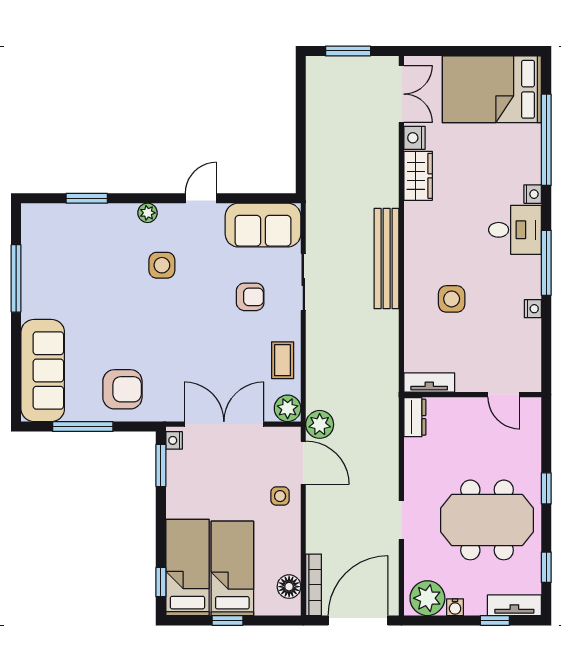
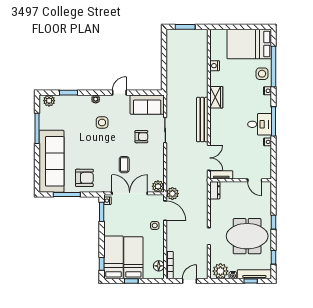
double door: (401, 94) -> (209, 158), moved
wardrobe: (418, 176) -> (216, 97), moved
plant: (43, 216) -> (49, 101), added
desk: (515, 230) -> (260, 124), moved
side table: (452, 299) -> (262, 74), moved
coffee table: (283, 360) -> (124, 165), moved
sofa: (43, 370) -> (51, 161), width x1.36, depth x1.27
tv unit: (514, 605) -> (254, 274), width x1.41
door: (358, 620) -> (190, 281), width x0.53

